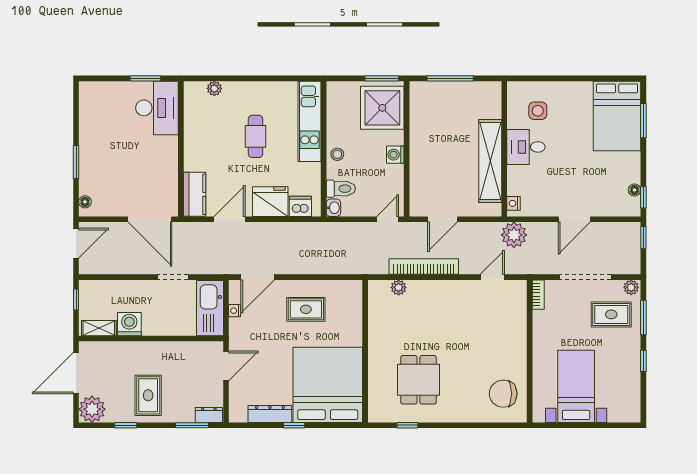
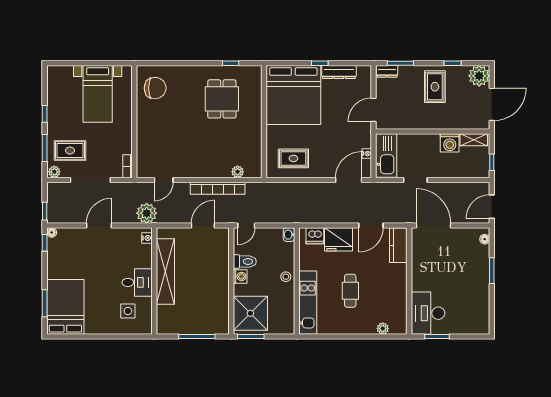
toilet: (341, 189) -> (245, 262), moved, turned 180
floor lamp: (634, 190) -> (52, 232), moved
rug: (306, 309) -> (293, 158), moved

